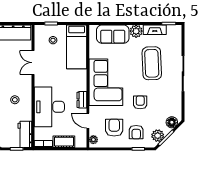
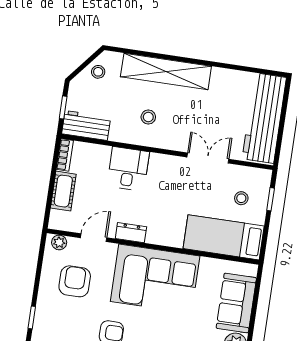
desk: (49, 107) -> (128, 169), width x0.53, depth x0.77
armchair: (114, 128) -> (75, 281), turned -90
armchair: (136, 132) -> (61, 318), removed

